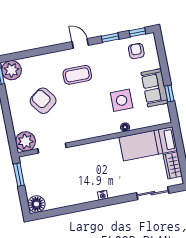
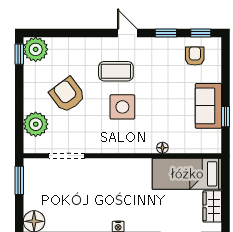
side table: (122, 100) -> (122, 107), moved
plant: (26, 141) -> (36, 124), moved

